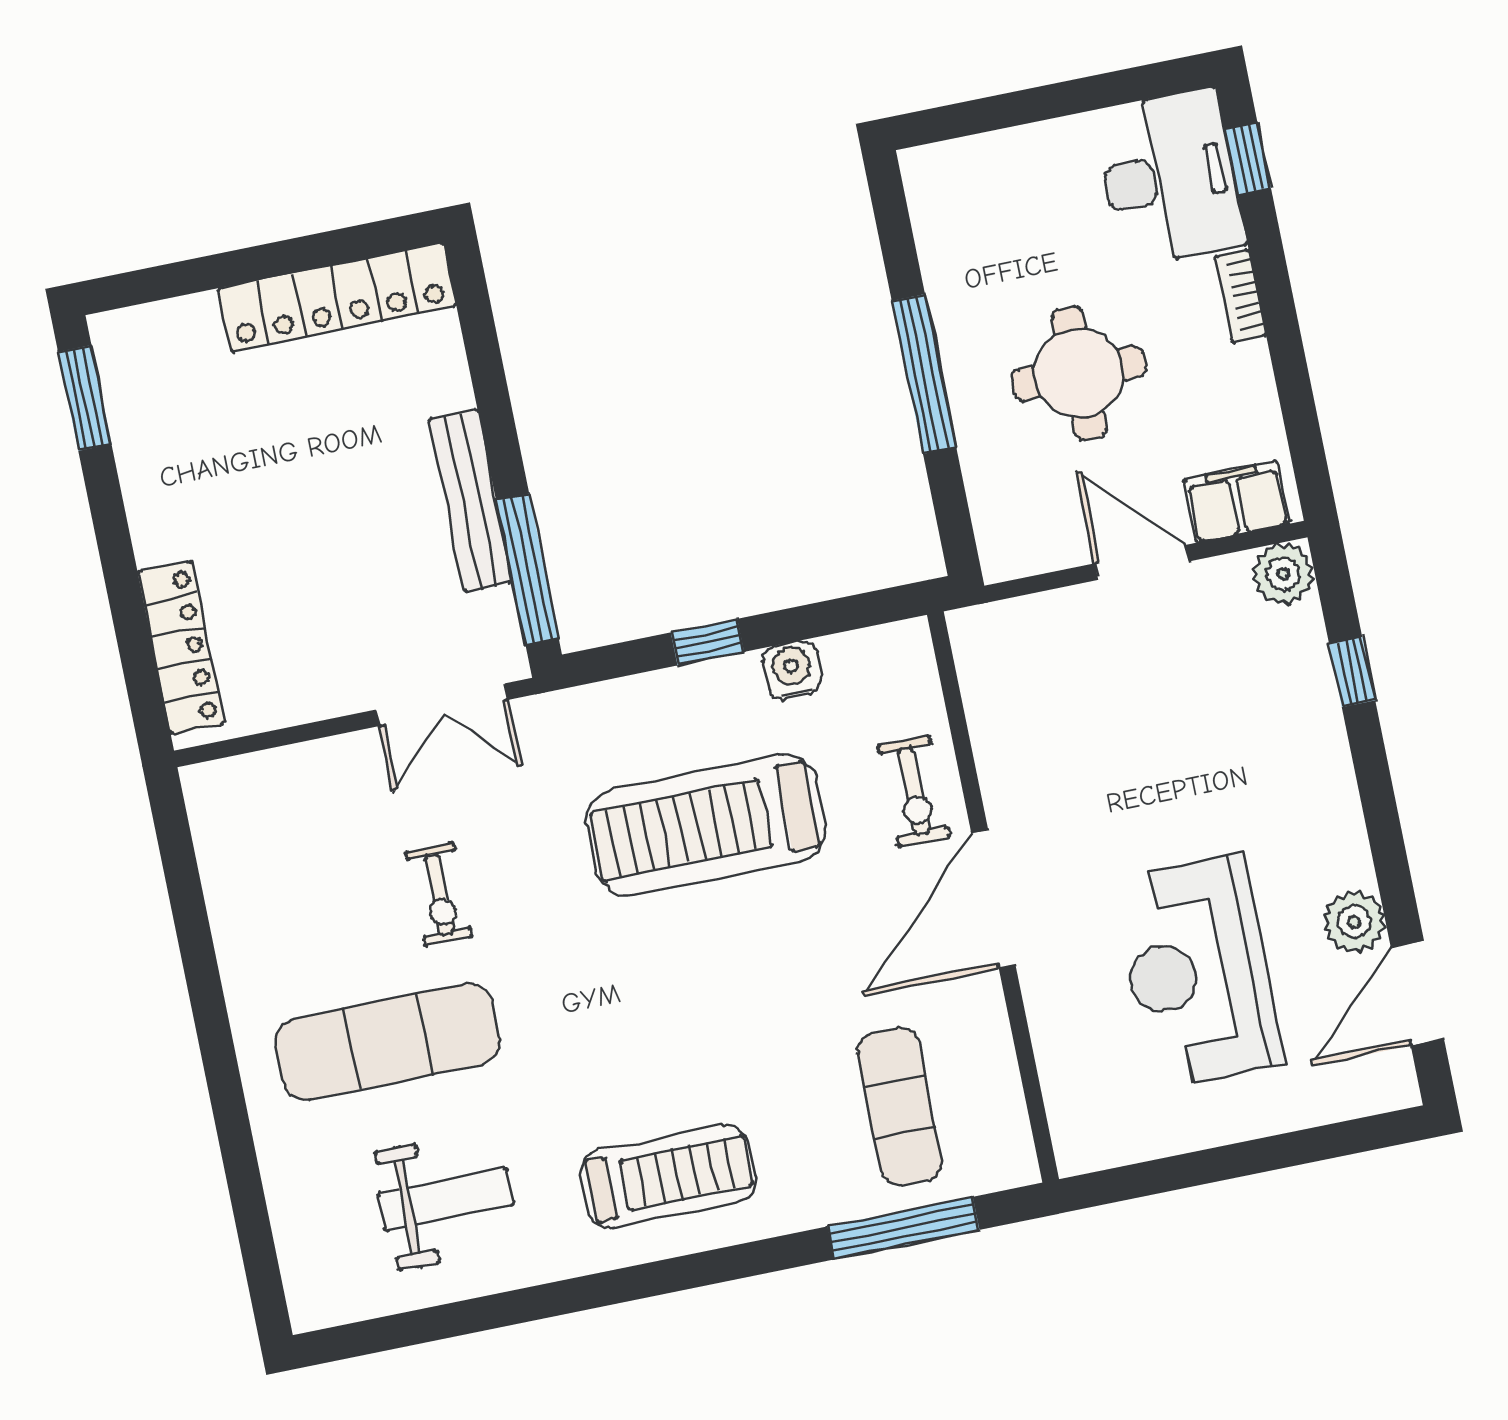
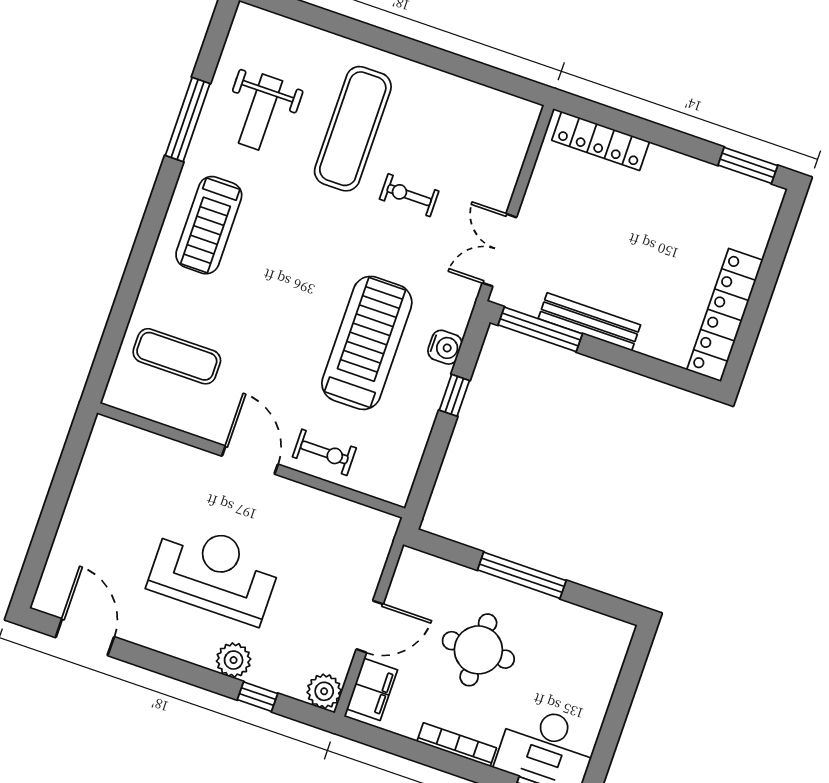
bookcase: (1240, 296) -> (457, 745), width x1.56
water cooler: (792, 670) -> (445, 347), moved
exercise bike: (914, 791) -> (324, 452), turned 180
door: (993, 899) -> (250, 460), width x0.73
plant: (1354, 922) -> (234, 660), moved
reception desk: (1198, 972) -> (214, 572), moved
window: (904, 1228) -> (188, 120), moved

